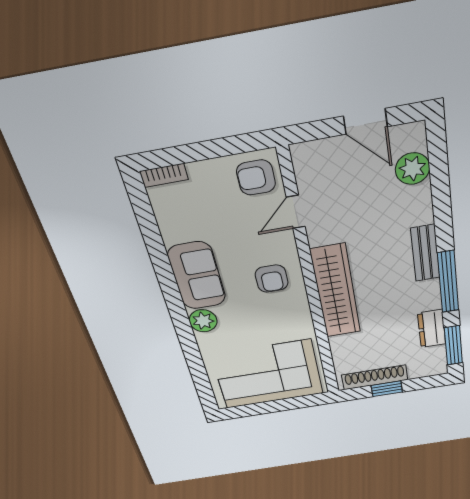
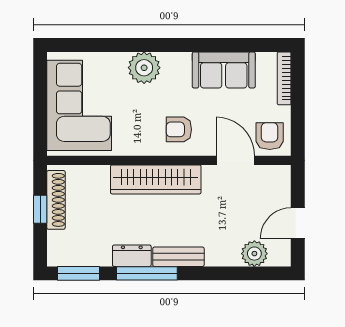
bookcase: (164, 175) -> (284, 78), width x1.56
door: (296, 212) -> (235, 160), width x1.37
sofa: (197, 276) -> (224, 70), moved
plant: (203, 321) -> (144, 68), width x1.36, depth x1.36
dresser: (432, 329) -> (132, 256), moved

